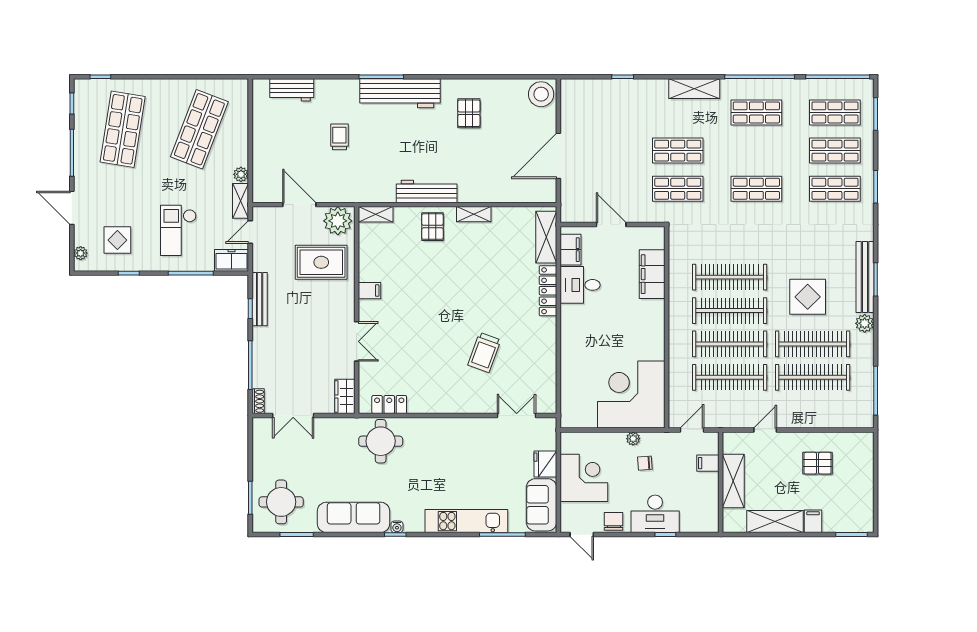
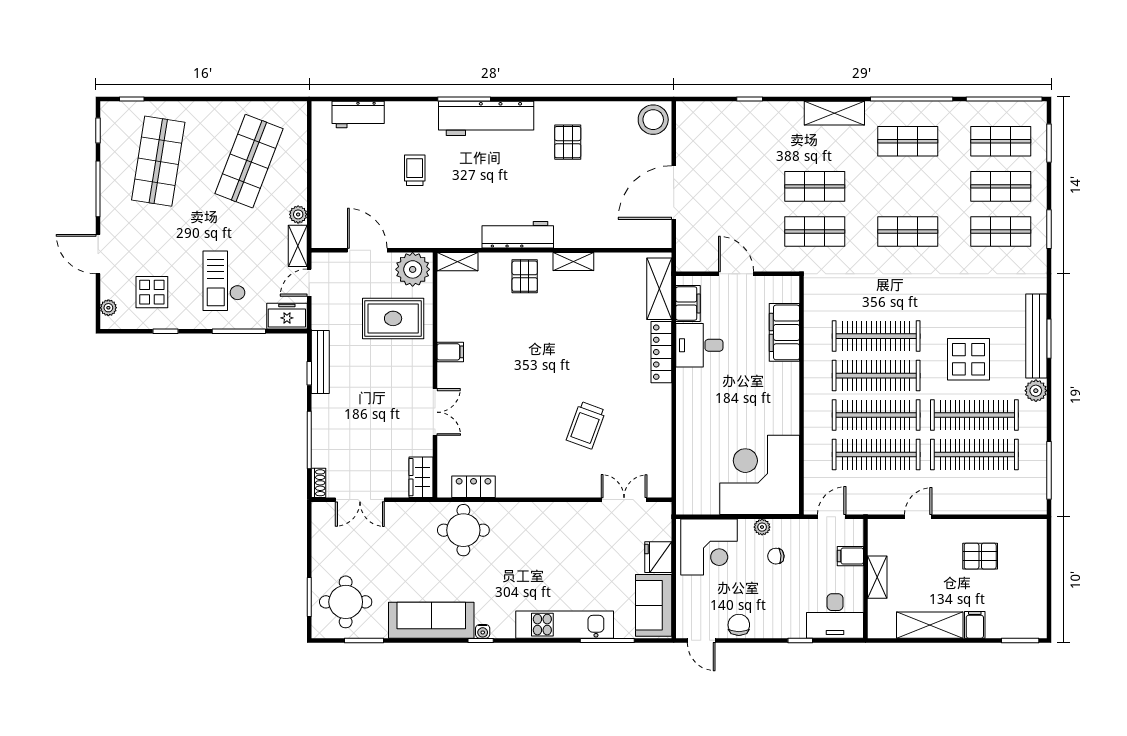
corner desk: (584, 478) -> (709, 547), moved, turned 90
shelving: (733, 481) -> (877, 577), width x0.67, depth x0.75
desk: (655, 514) -> (835, 616), moved

